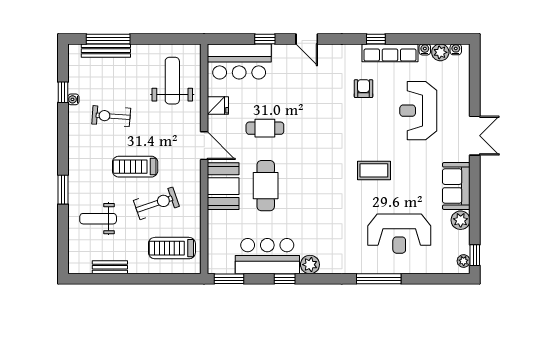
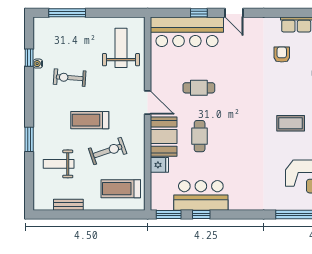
window: (376, 39) -> (292, 13), removed
bench: (106, 51) -> (65, 23), removed
bar counter: (239, 61) -> (187, 32), width x1.36
fridge: (218, 106) -> (159, 165), moved
cafe table: (266, 186) -> (200, 136), width x0.73, depth x0.74
plant: (310, 265) -> (237, 202), removed
window: (285, 279) -> (201, 214), moved

